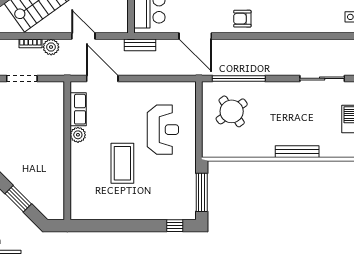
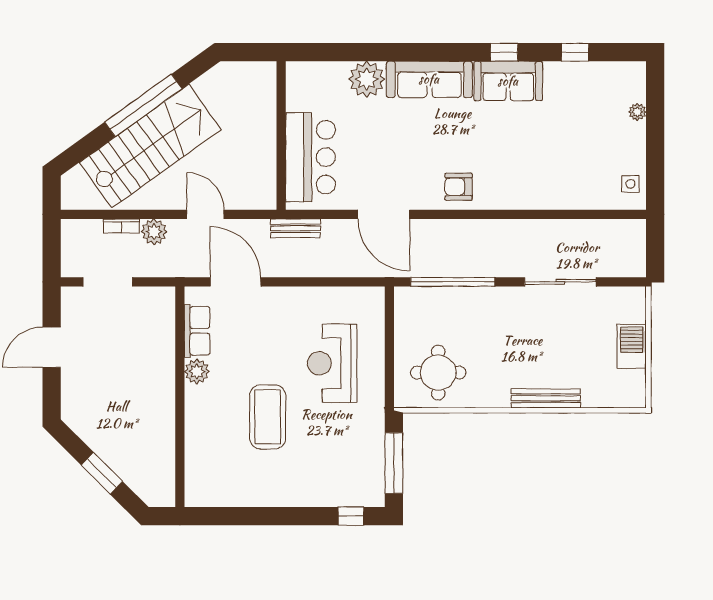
sliding door: (322, 78) -> (560, 282), moved
round table: (232, 111) -> (438, 373), moved, turned 36
reception desk: (163, 130) -> (332, 363), turned 180

